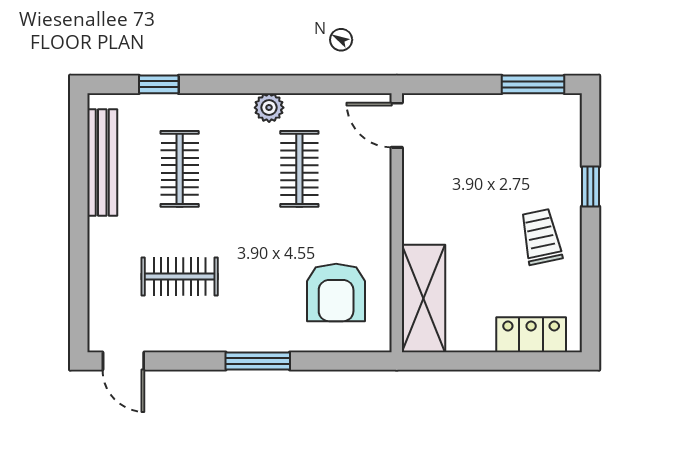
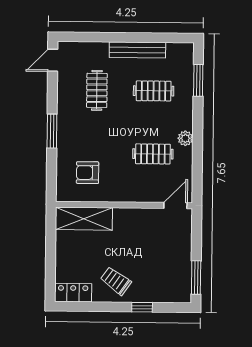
window: (159, 84) -> (198, 80), width x1.50
bench: (102, 162) -> (137, 50), moved
trolley: (541, 237) -> (116, 281), turned -132
armchair: (336, 292) -> (88, 173), width x0.72, depth x0.72
locker: (531, 335) -> (73, 293), moved, turned -90

